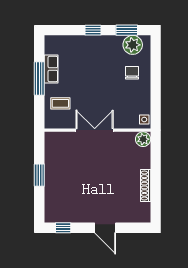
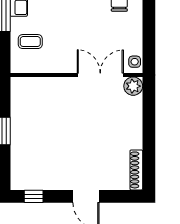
double door: (95, 130) -> (100, 75), moved
shoe rack: (146, 186) -> (136, 170), moved

